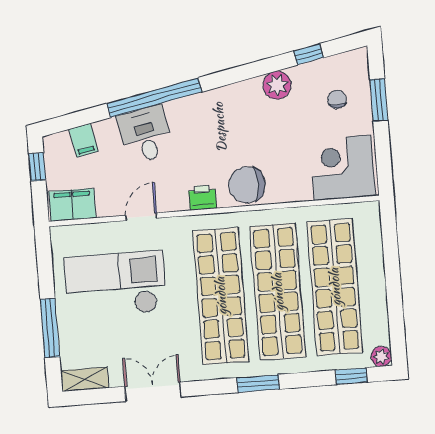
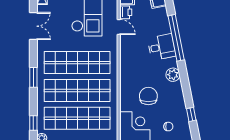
plant: (277, 85) -> (173, 75), moved
desk: (145, 134) -> (162, 47), moved
chair: (247, 185) -> (148, 96), moved
printer: (203, 197) -> (126, 12), moved

